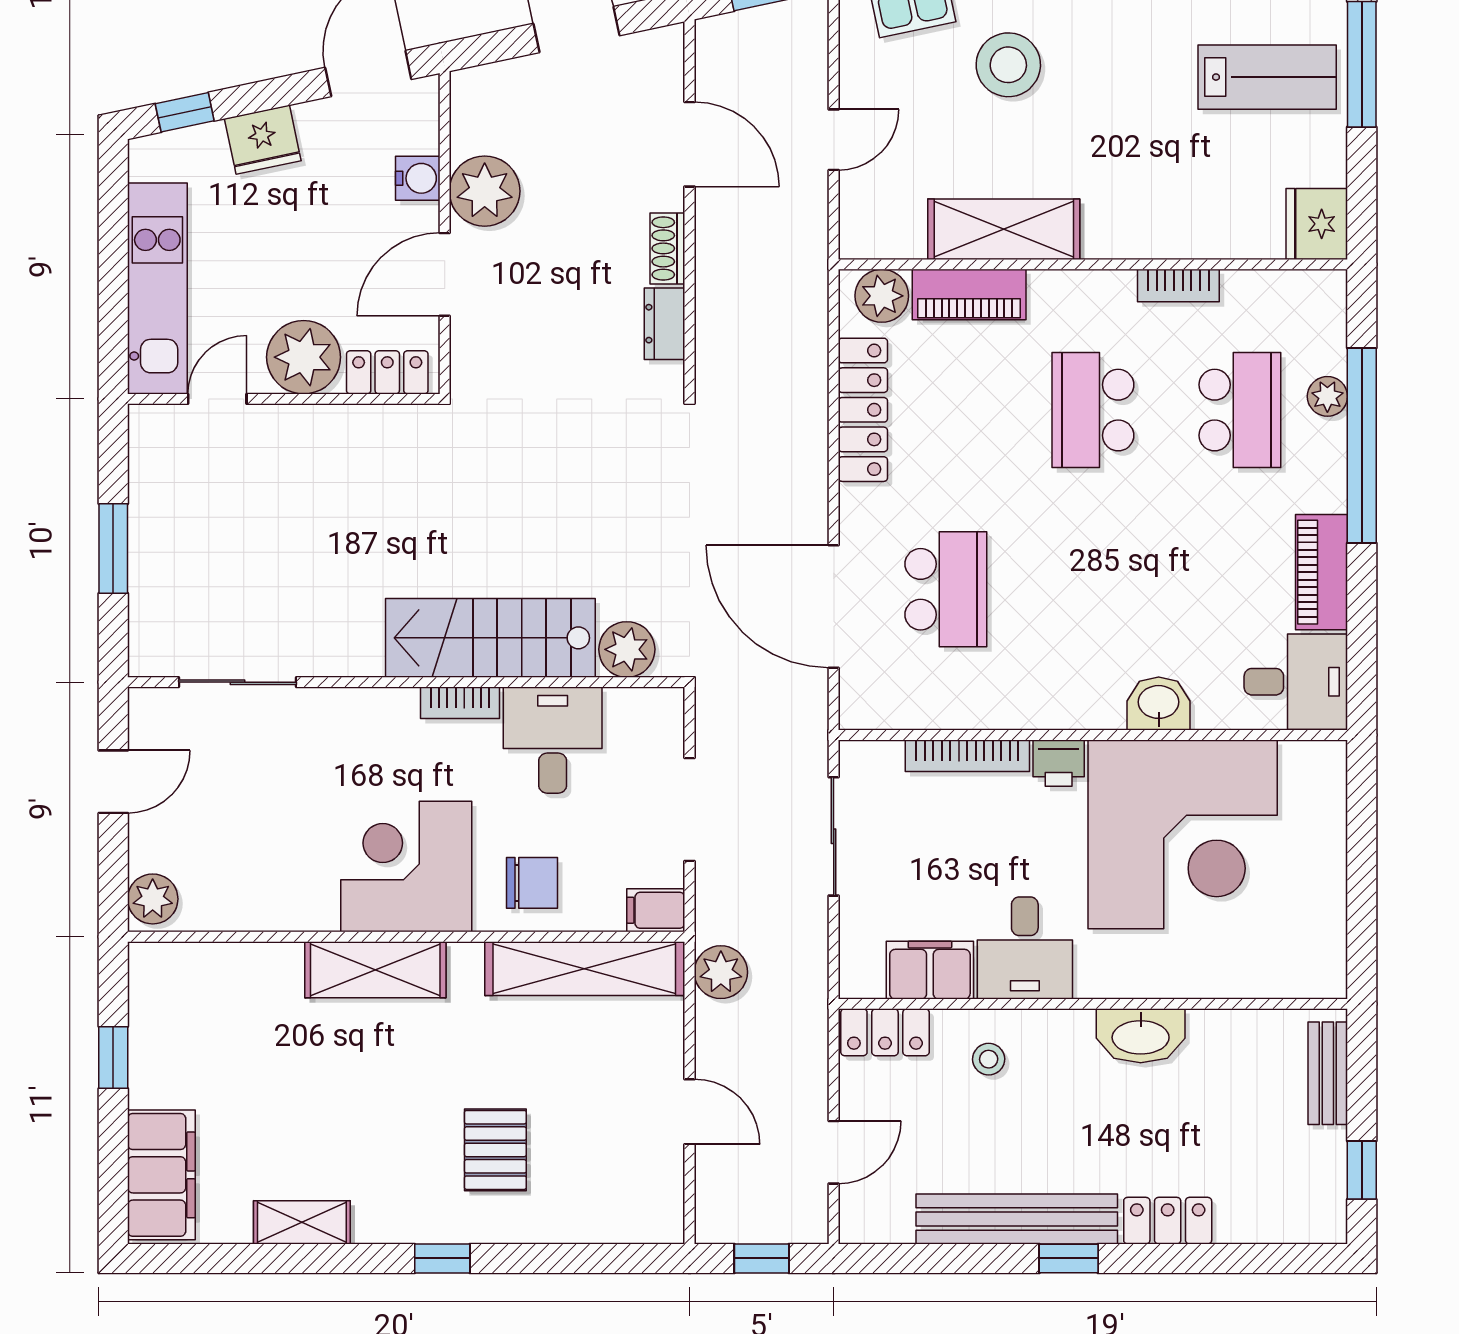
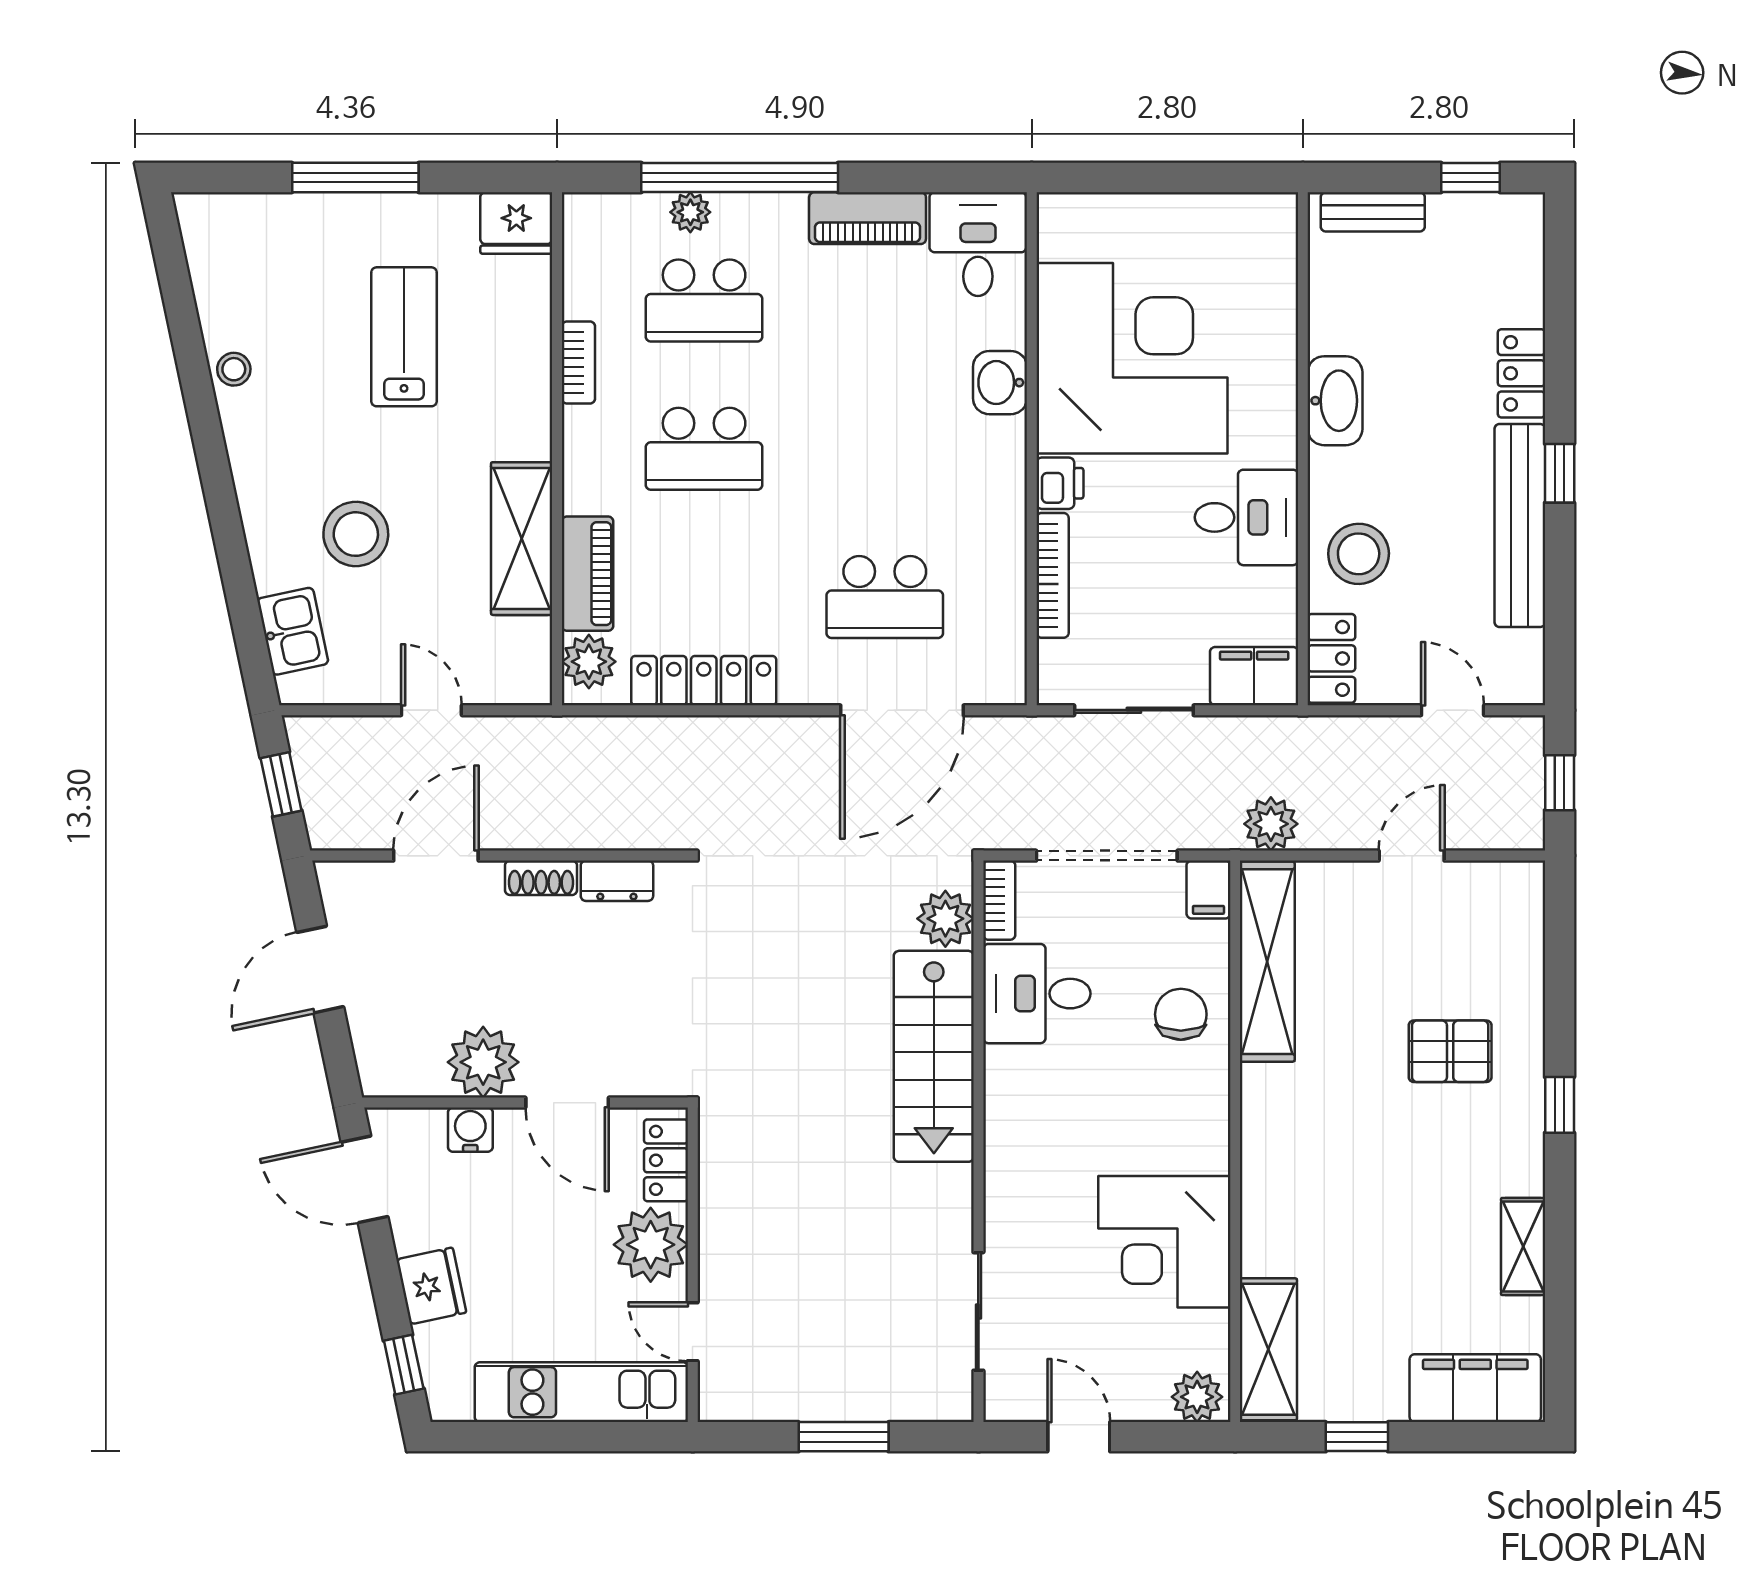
lab bench: (1267, 77) -> (404, 337), moved
school desk: (1240, 410) -> (704, 300), turned 180
school desk: (946, 589) -> (885, 597), turned 180
bookcase: (460, 703) -> (999, 900), moved
doorway: (689, 810) -> (1107, 856), width x1.36
corner desk: (406, 867) -> (1164, 1242), moved
shelving: (375, 970) -> (1268, 1349), moved
filing cabinet: (930, 970) -> (1254, 676), moved, turned 90
stool: (989, 1059) -> (1359, 554), width x1.89, depth x1.89

